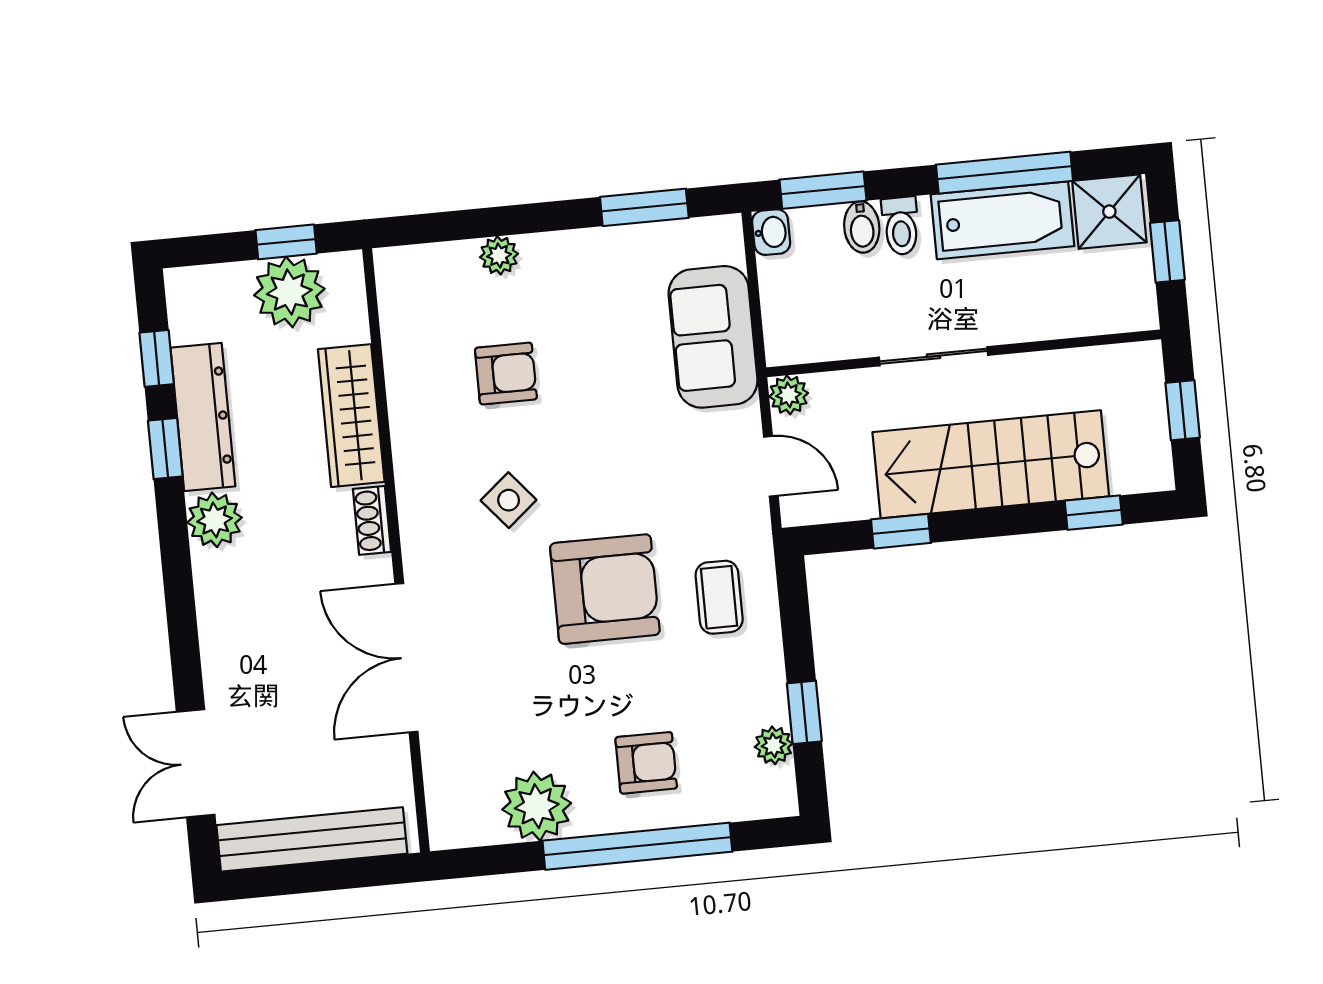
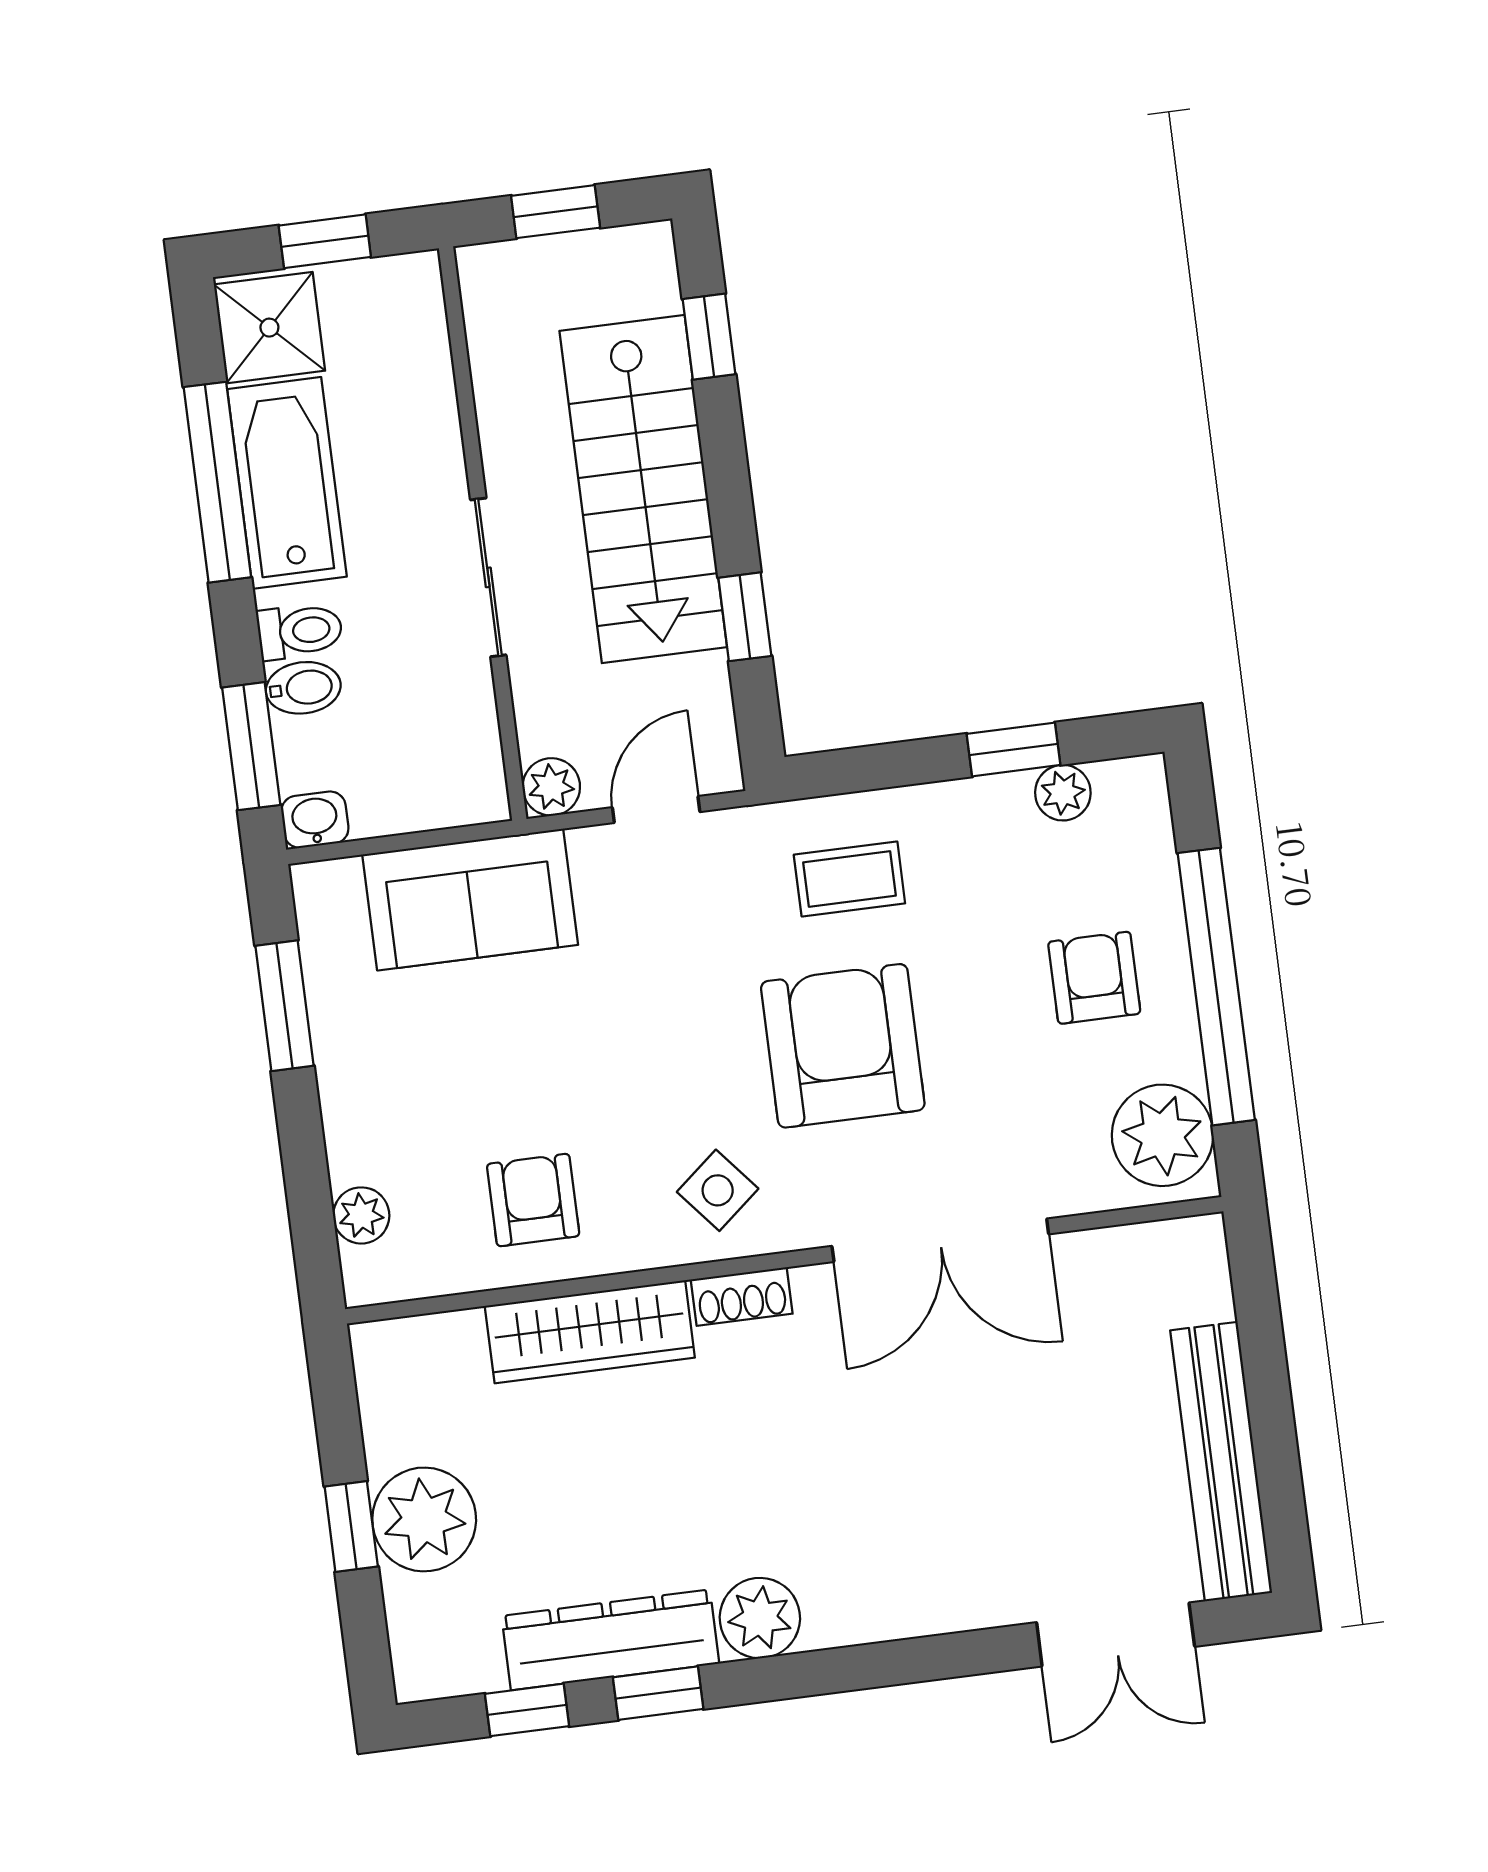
wardrobe: (351, 416) -> (590, 1332), moved
shoe rack: (372, 520) -> (742, 1297), moved
wall: (396, 550) -> (784, 1260), moved
double door: (406, 658) -> (940, 1240), moved

